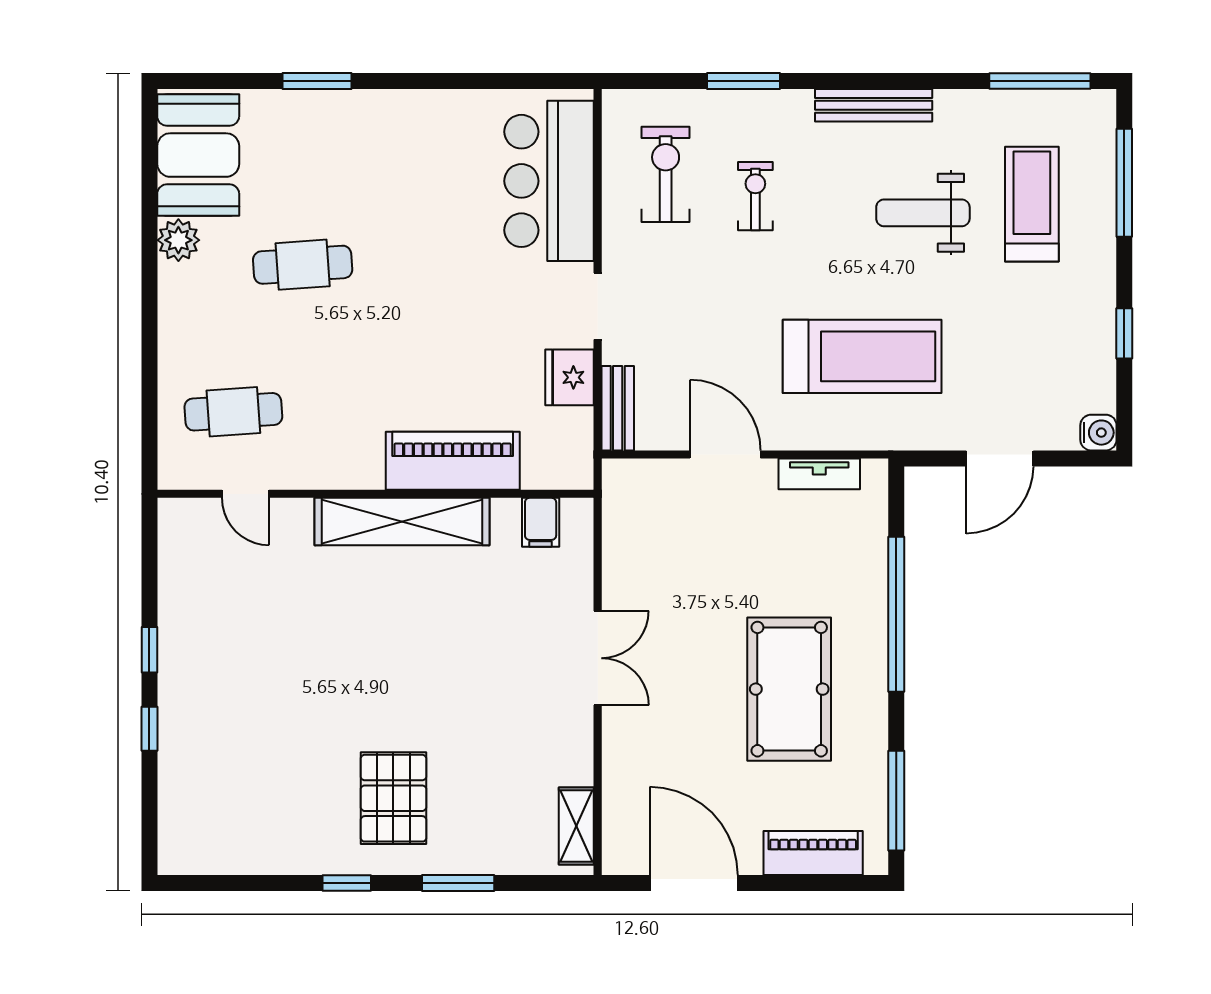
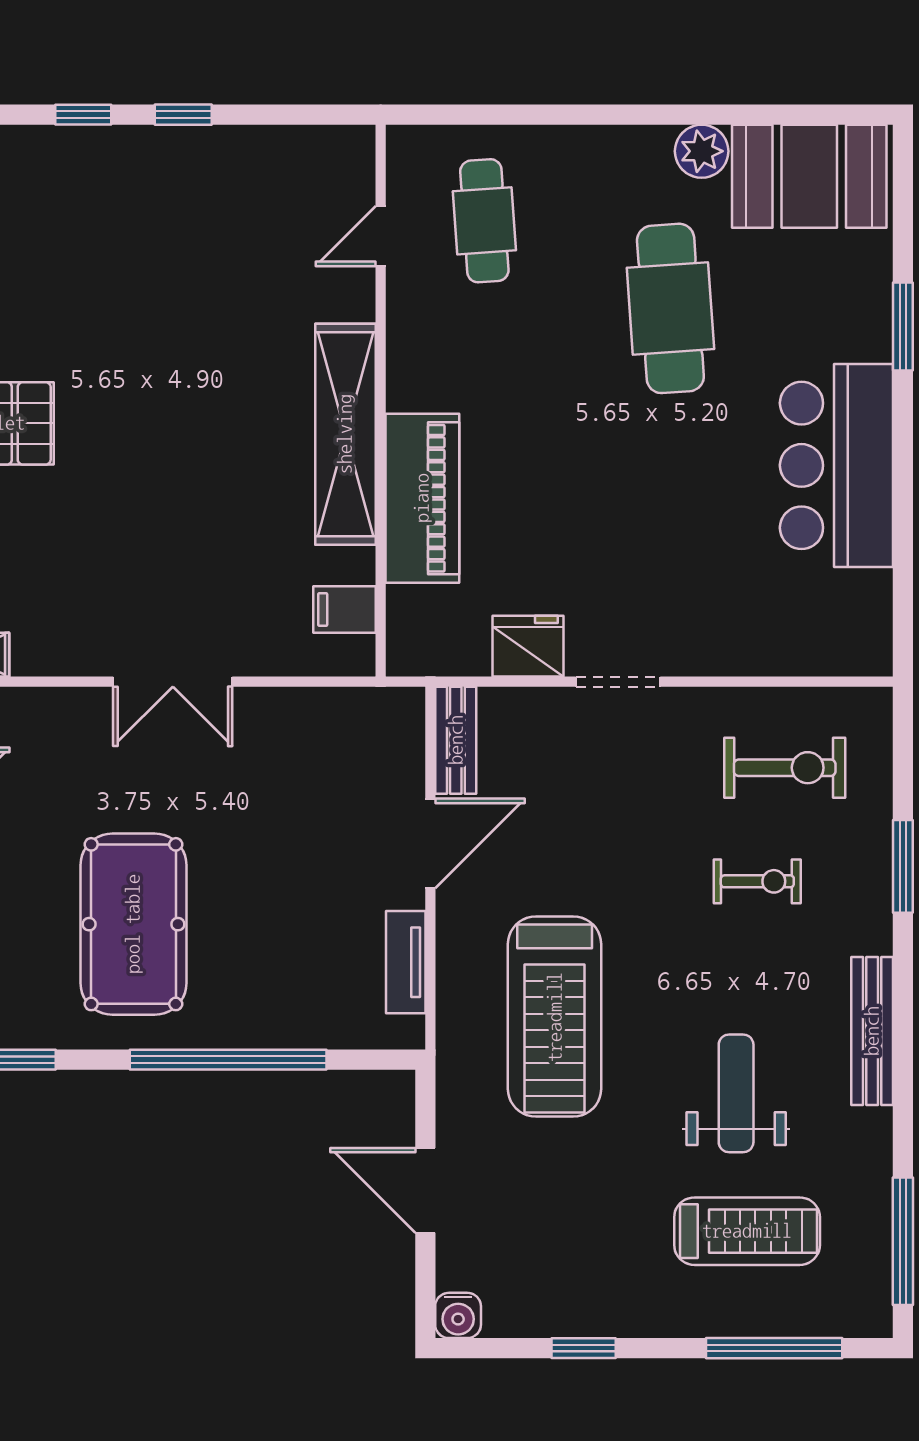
bar counter: (549, 181) -> (836, 465), moved, turned -90
cafe table: (303, 265) -> (670, 308), width x1.37, depth x1.35
bench: (618, 408) -> (456, 740), moved, turned 90
pool table: (789, 689) -> (133, 924), turned 90

